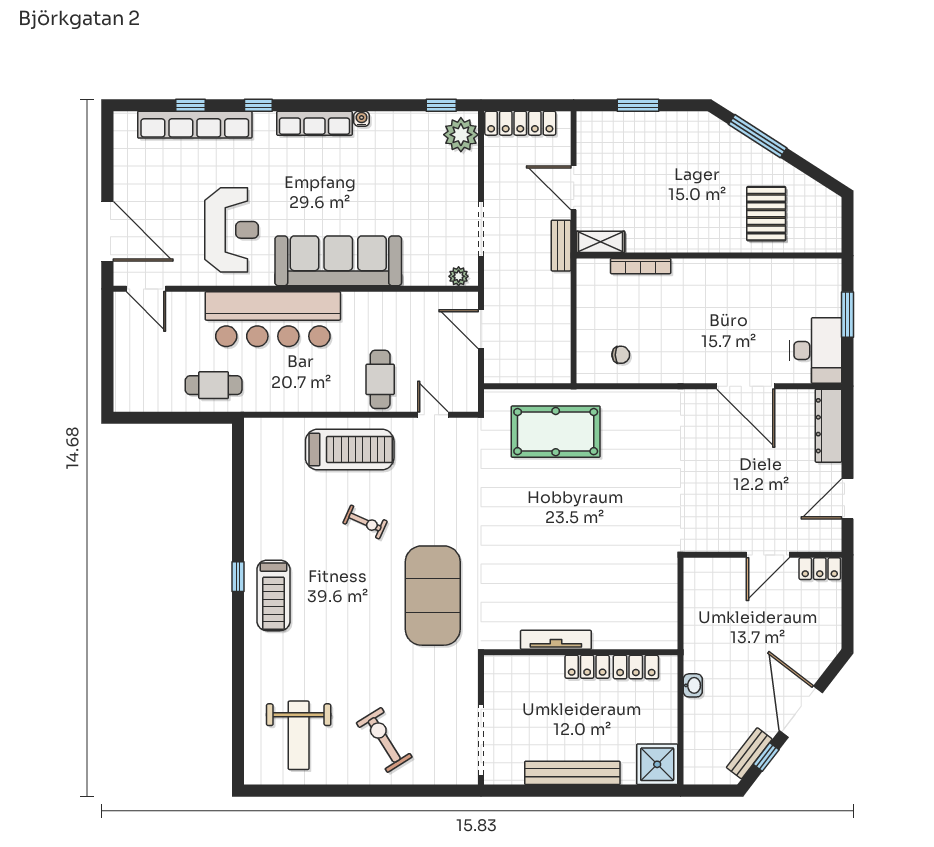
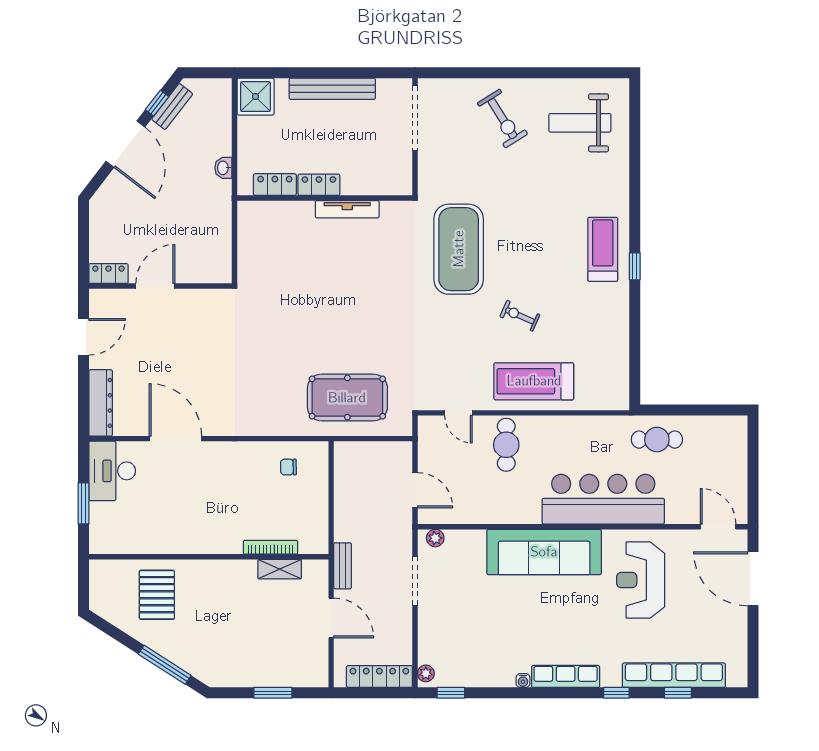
plant: (461, 135) -> (426, 673), width x0.53, depth x0.53
shelving: (600, 242) -> (280, 569), moved
weight bench: (299, 735) -> (580, 123), turned -90

